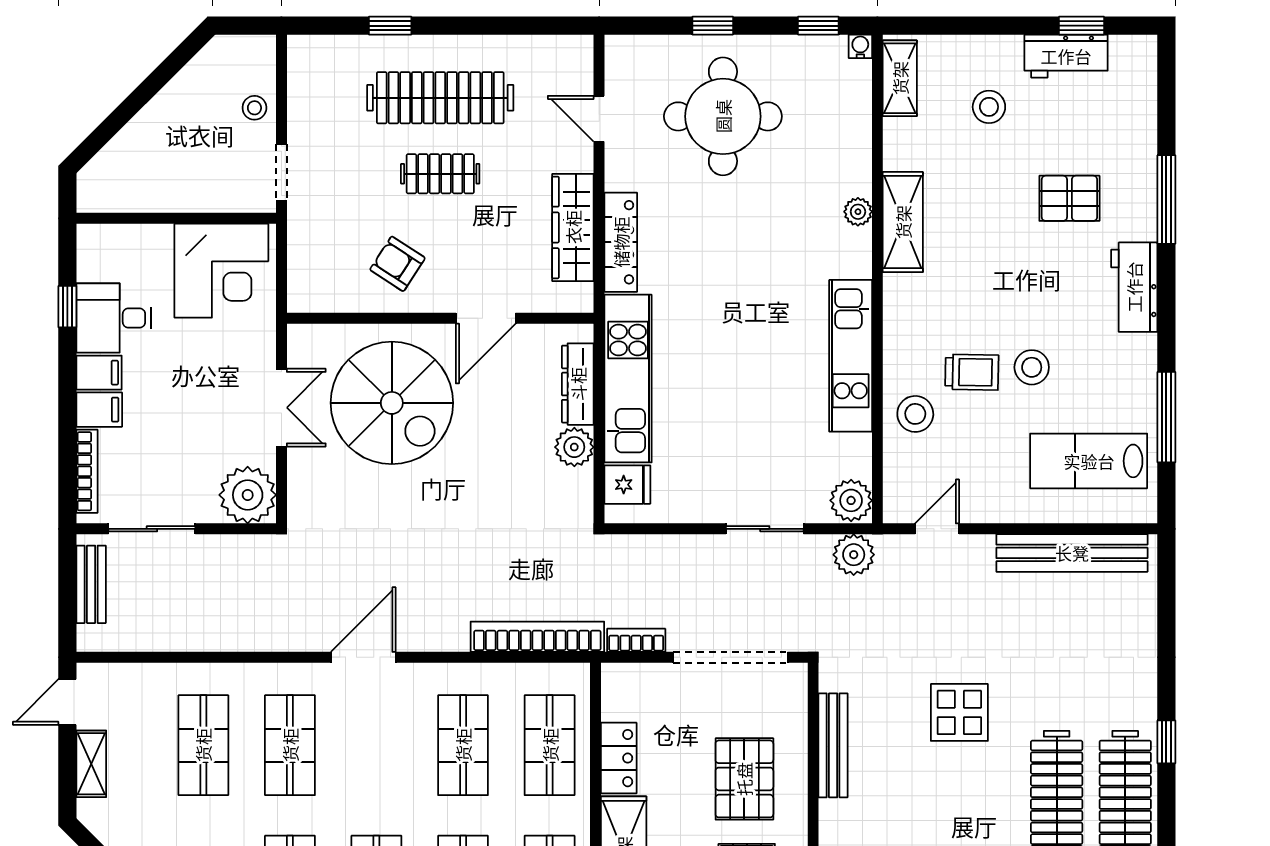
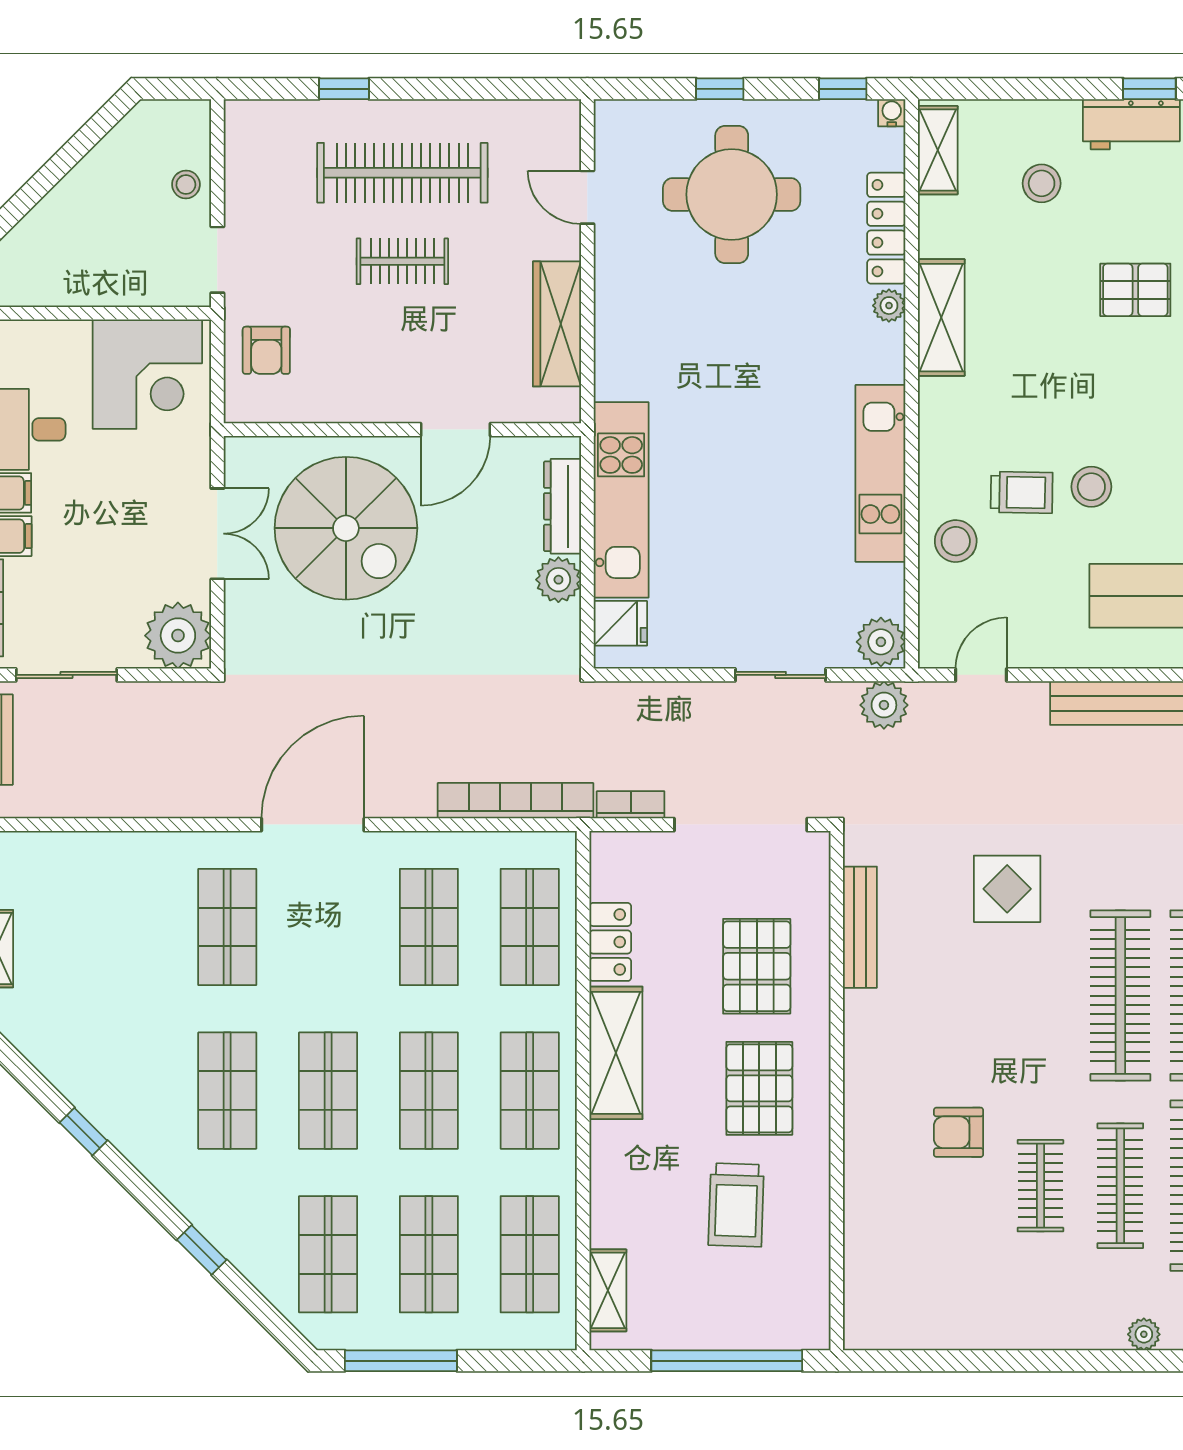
locker: (621, 242) -> (886, 228), moved, turned 180
armchair: (397, 264) -> (266, 350), moved, turned -123
door: (363, 657) -> (313, 825), width x1.36
shop shelf: (203, 745) -> (126, 927), removed

